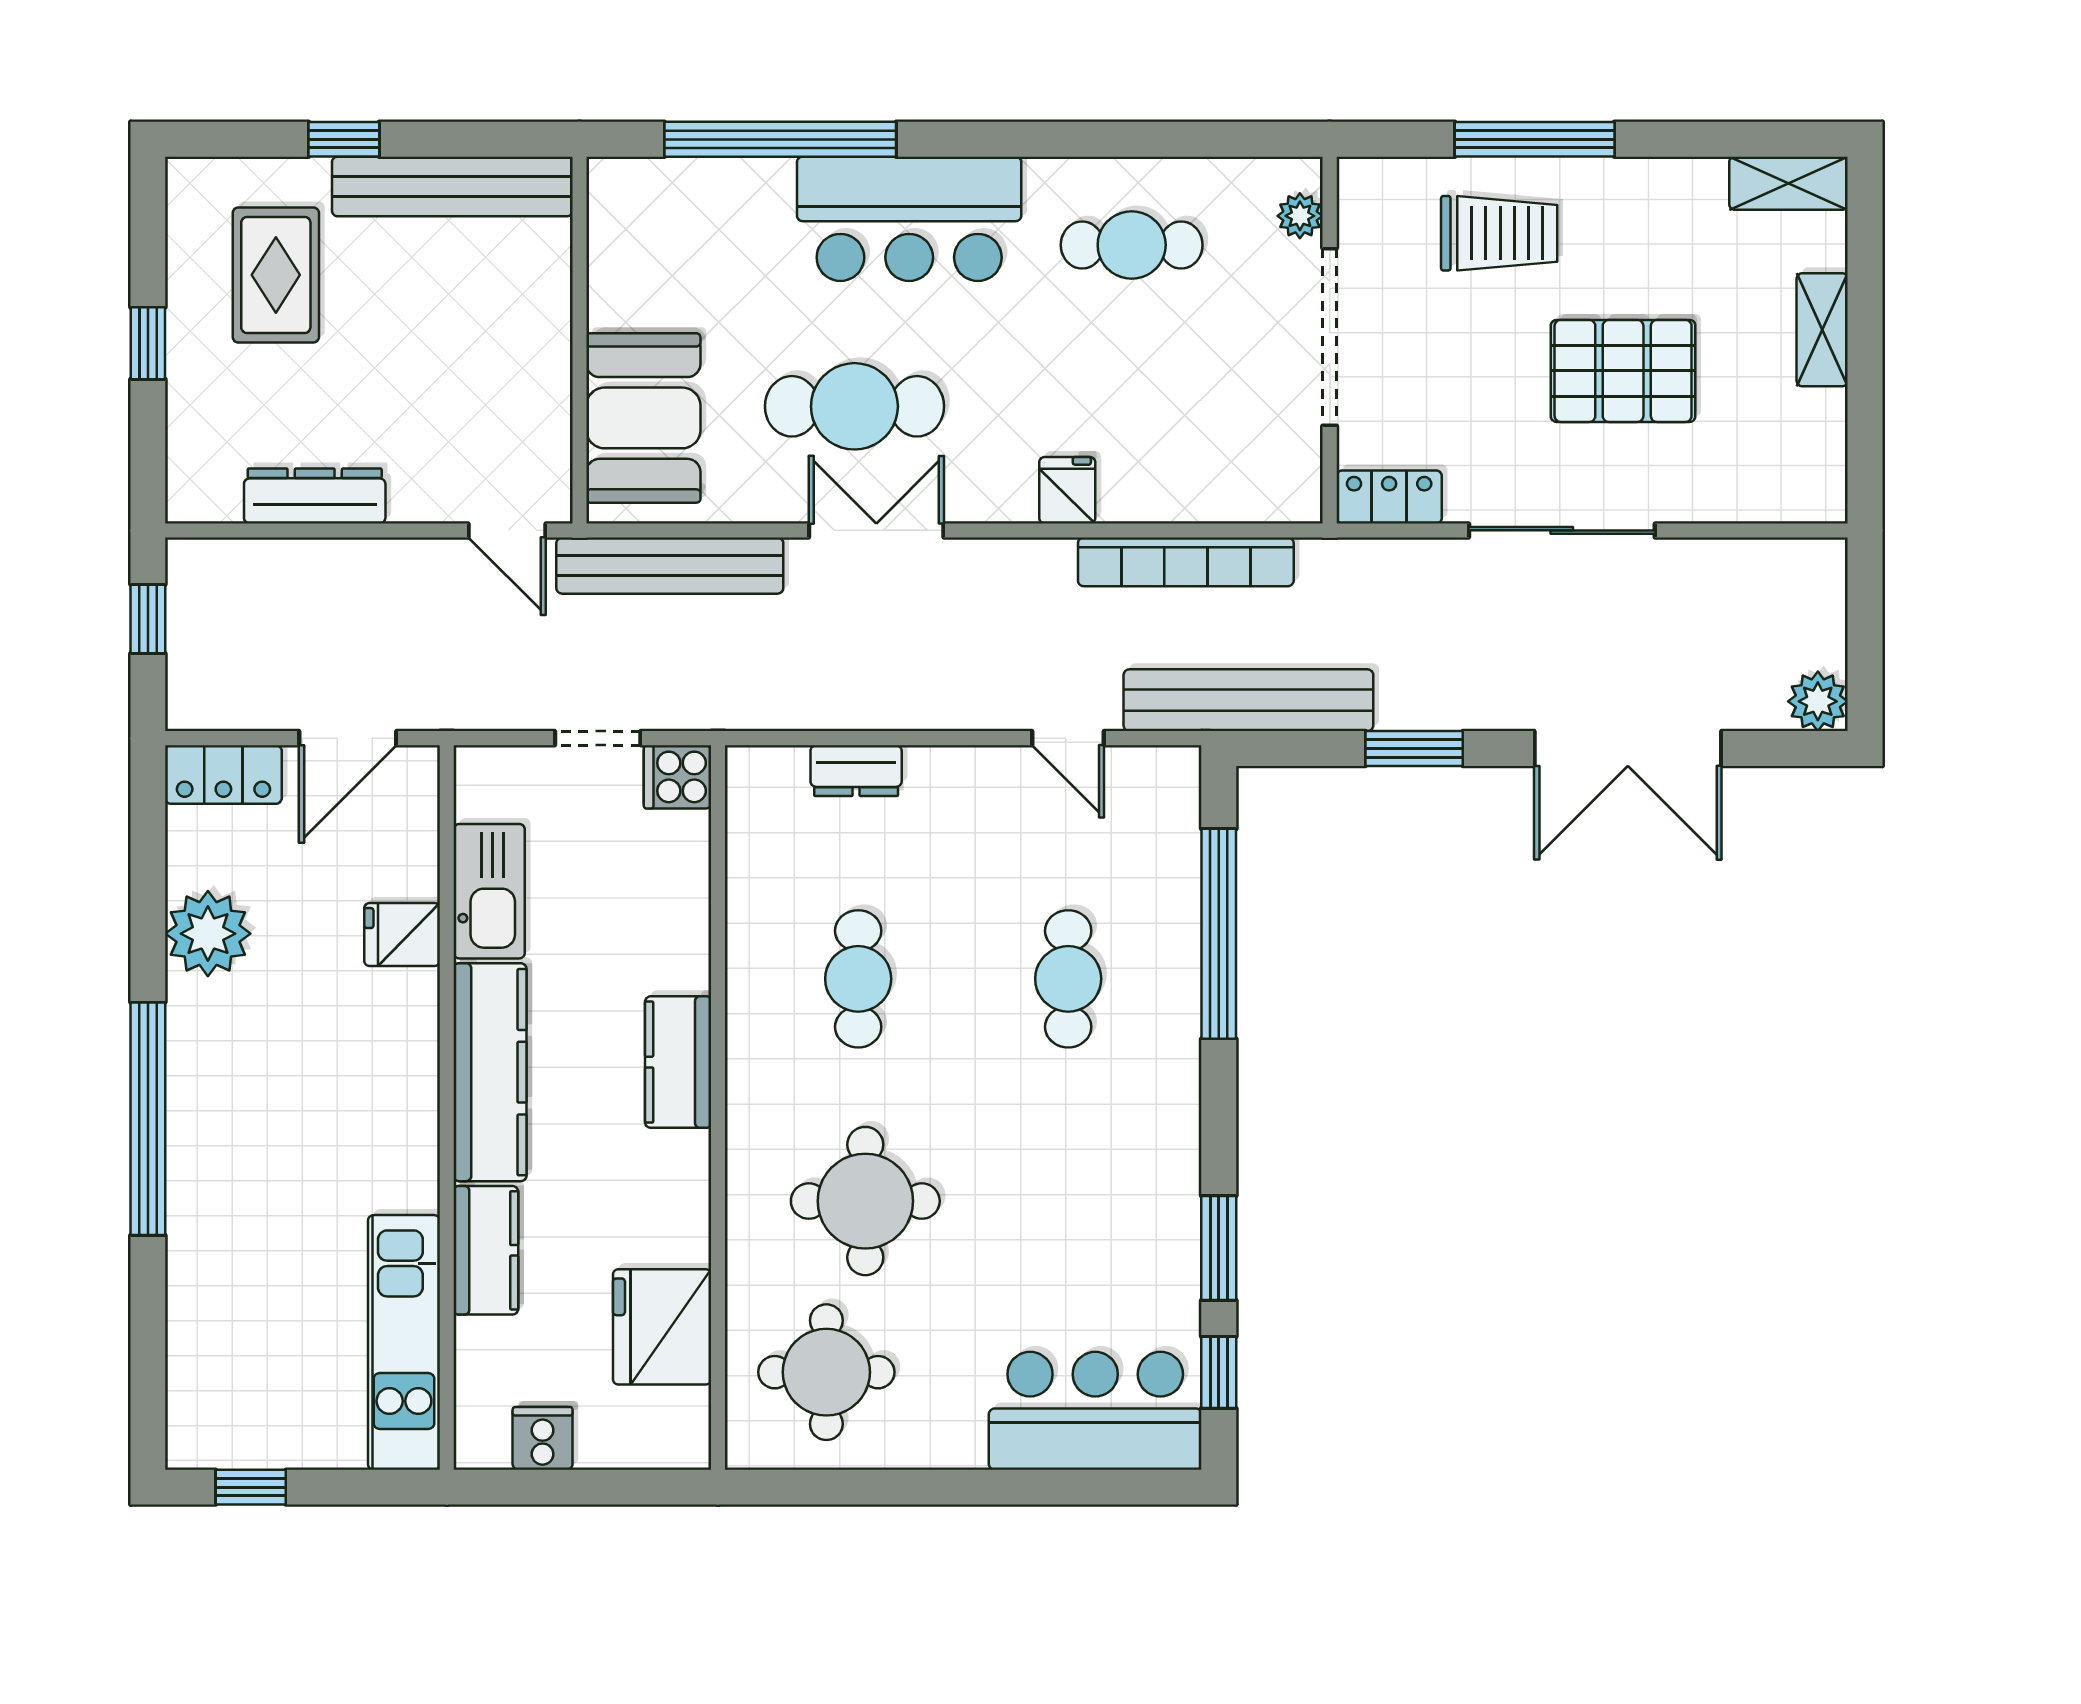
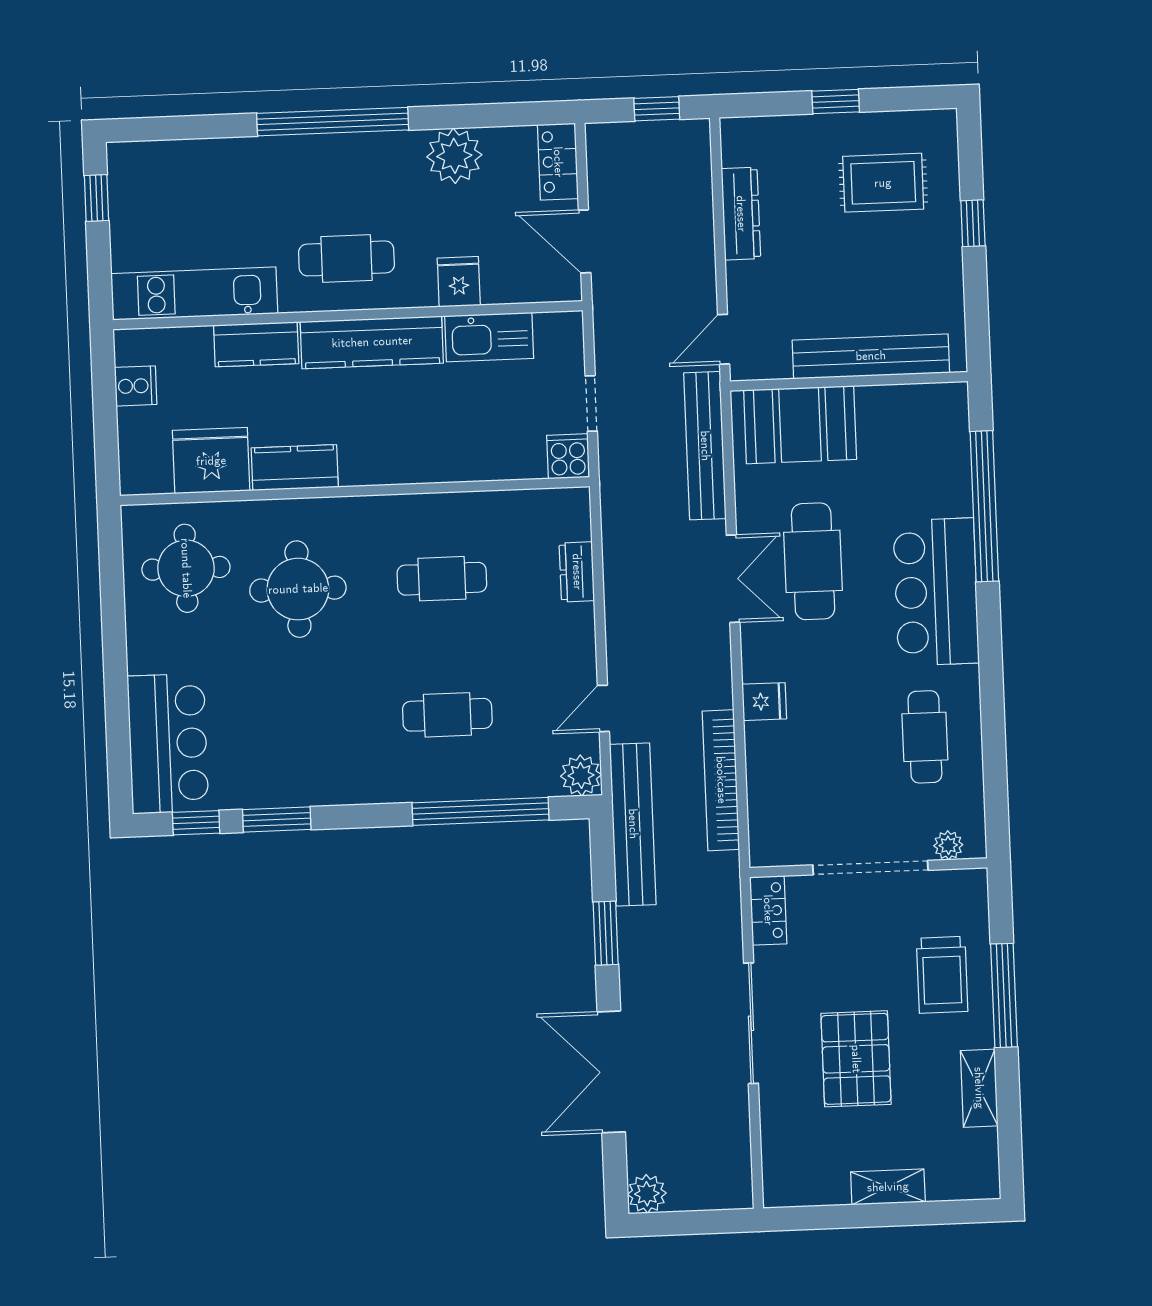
shelving: (1788, 183) -> (979, 1088), moved
bench: (452, 186) -> (871, 356), moved, turned 90
plant: (1170, 777) -> (581, 775), added
kitchen counter: (678, 1062) -> (295, 468), moved
cafe table: (359, 1106) -> (346, 258), added

